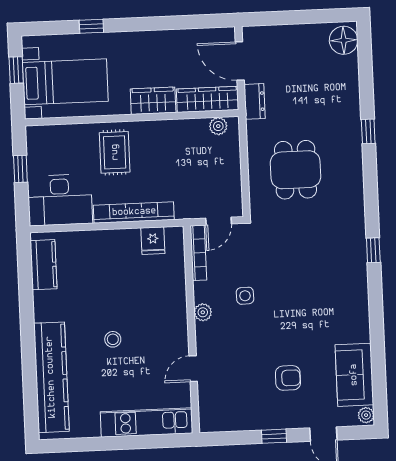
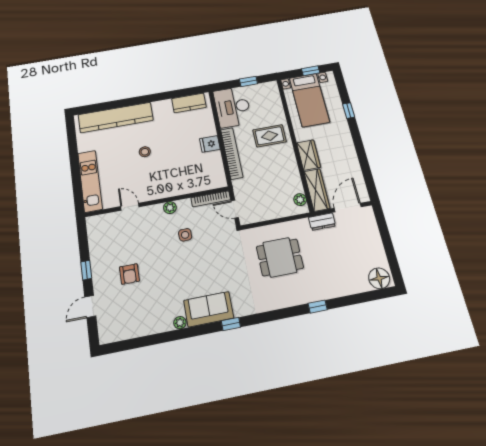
fridge: (153, 241) -> (210, 144), moved
sofa: (354, 375) -> (209, 309), moved
plant: (366, 415) -> (180, 323), moved

